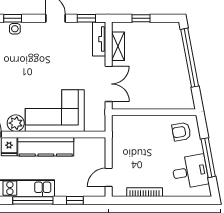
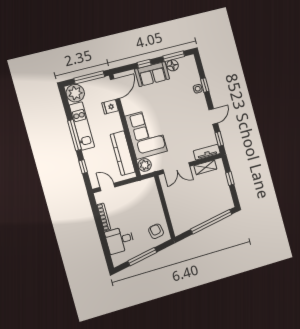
plant: (16, 123) -> (145, 165), moved
kitchen counter: (46, 147) -> (123, 153), moved
desk: (190, 172) -> (120, 240), moved, turned 101

